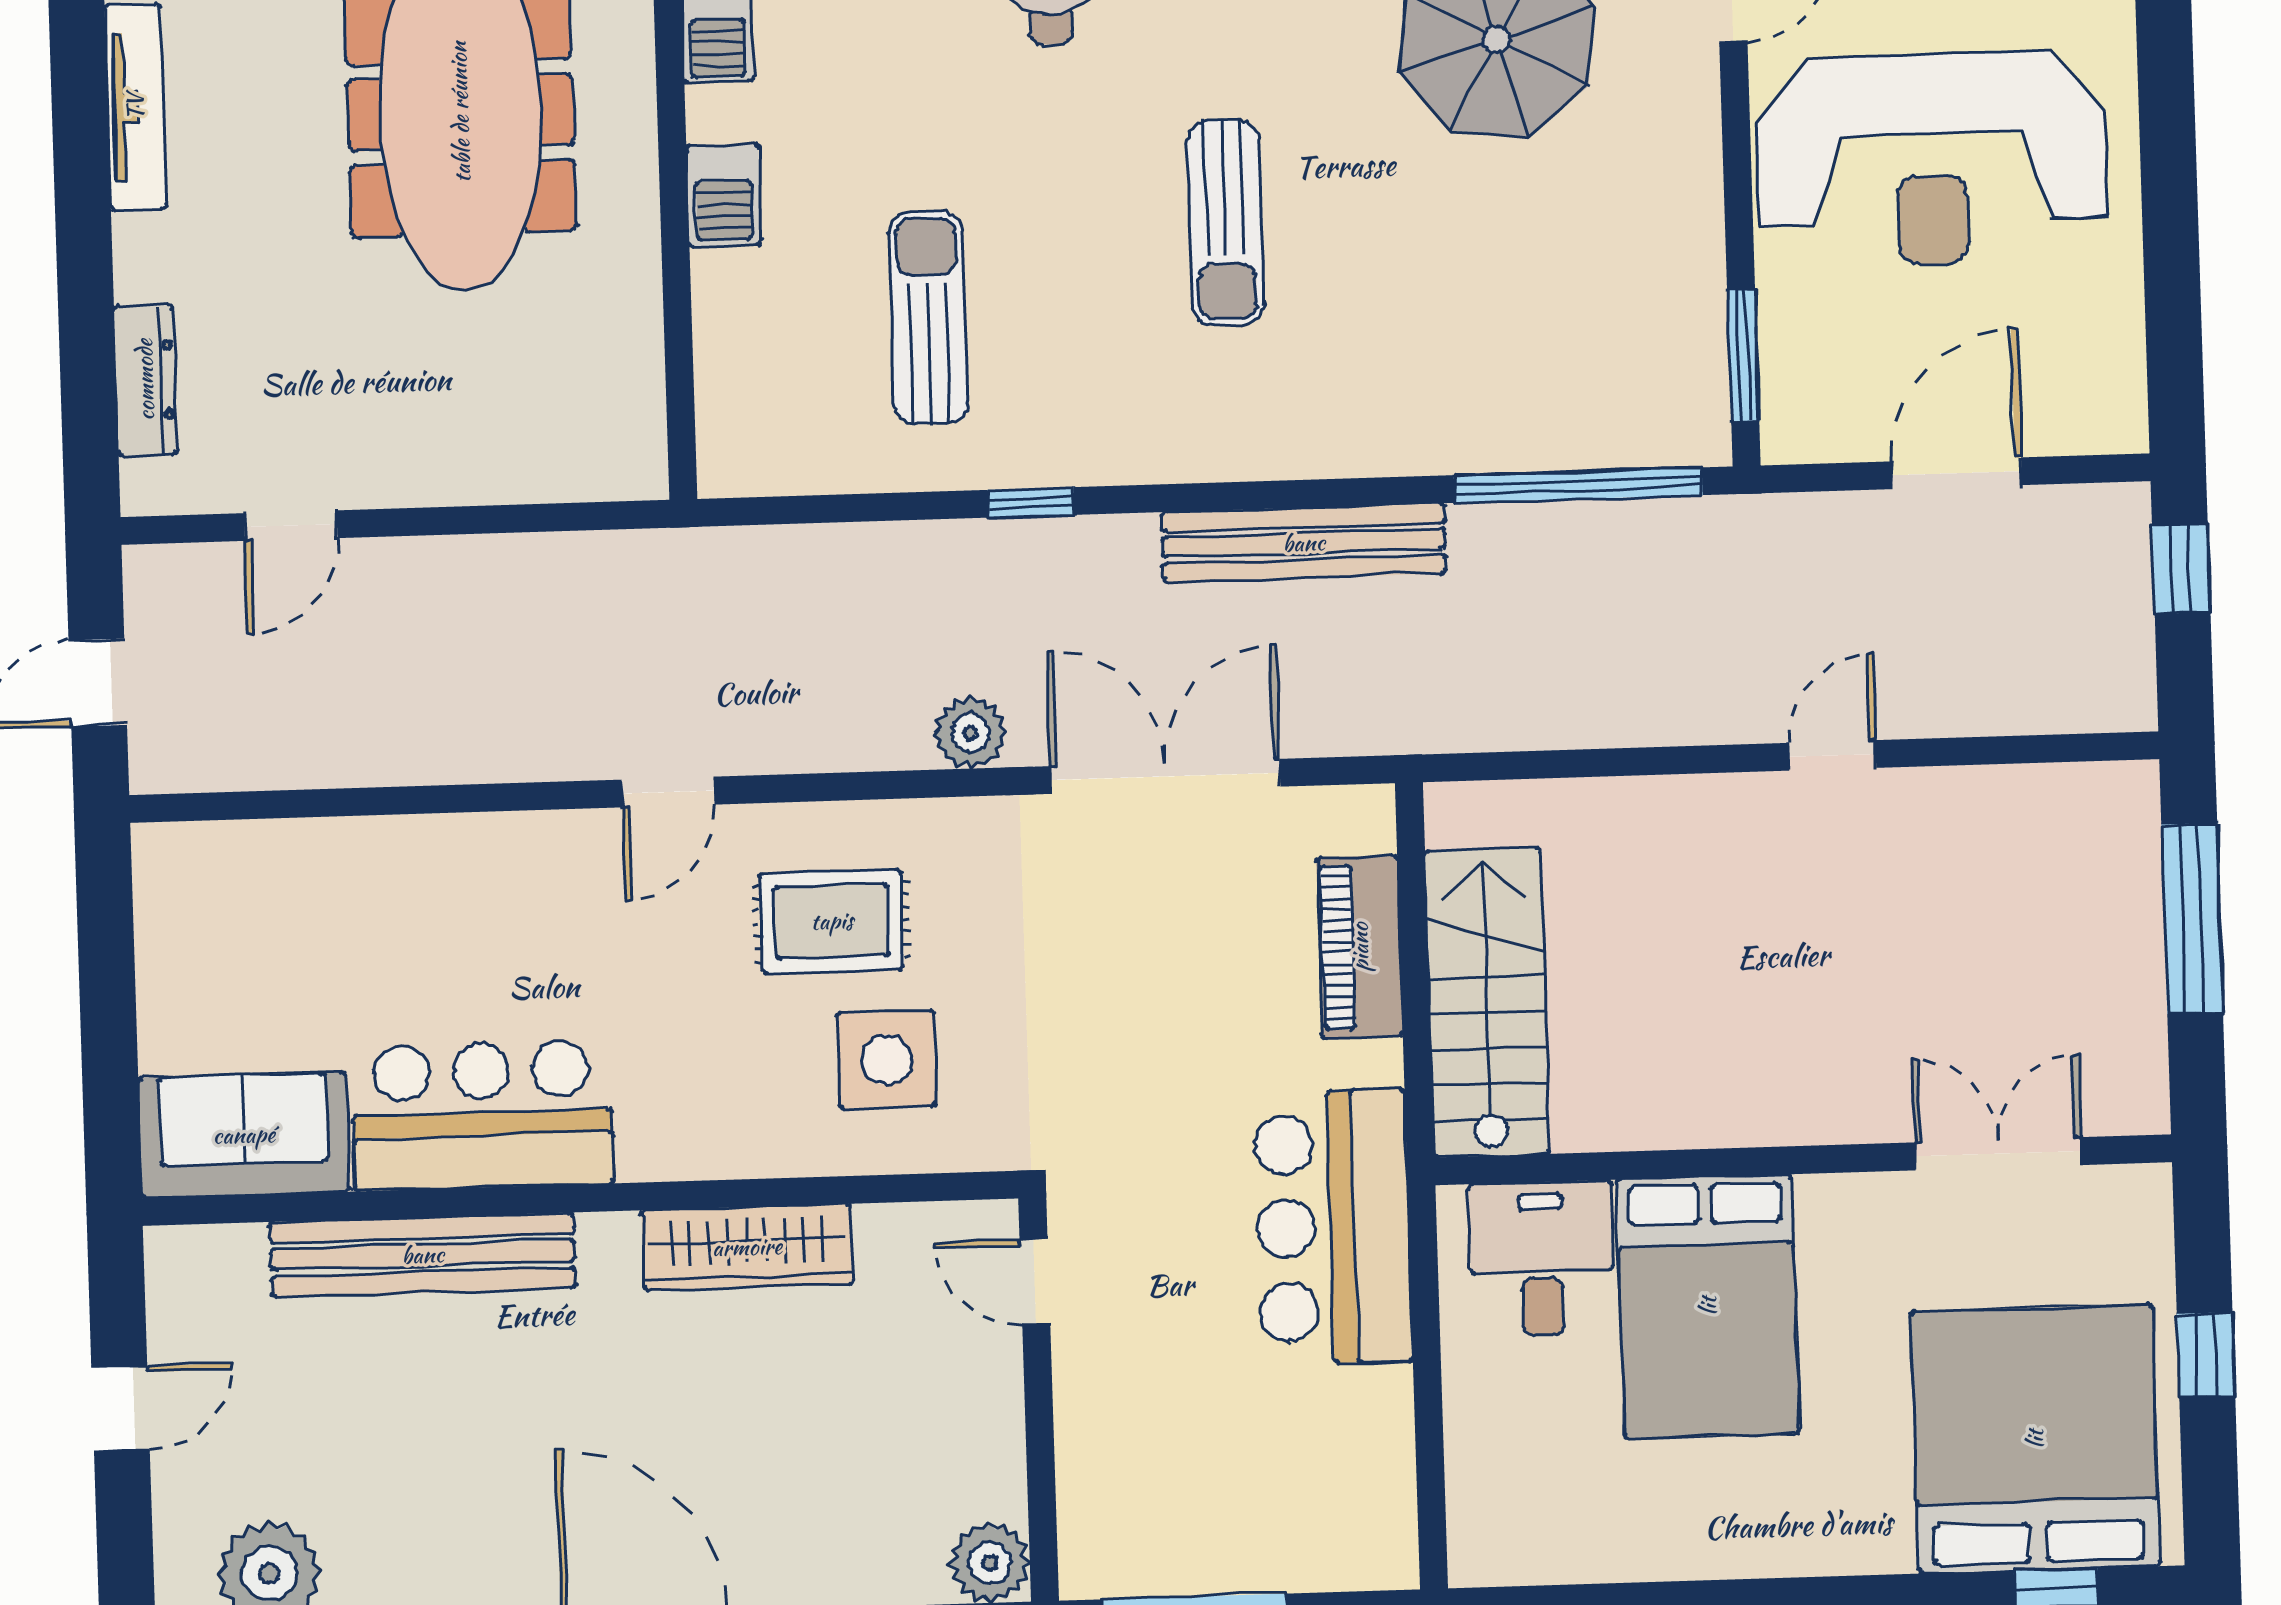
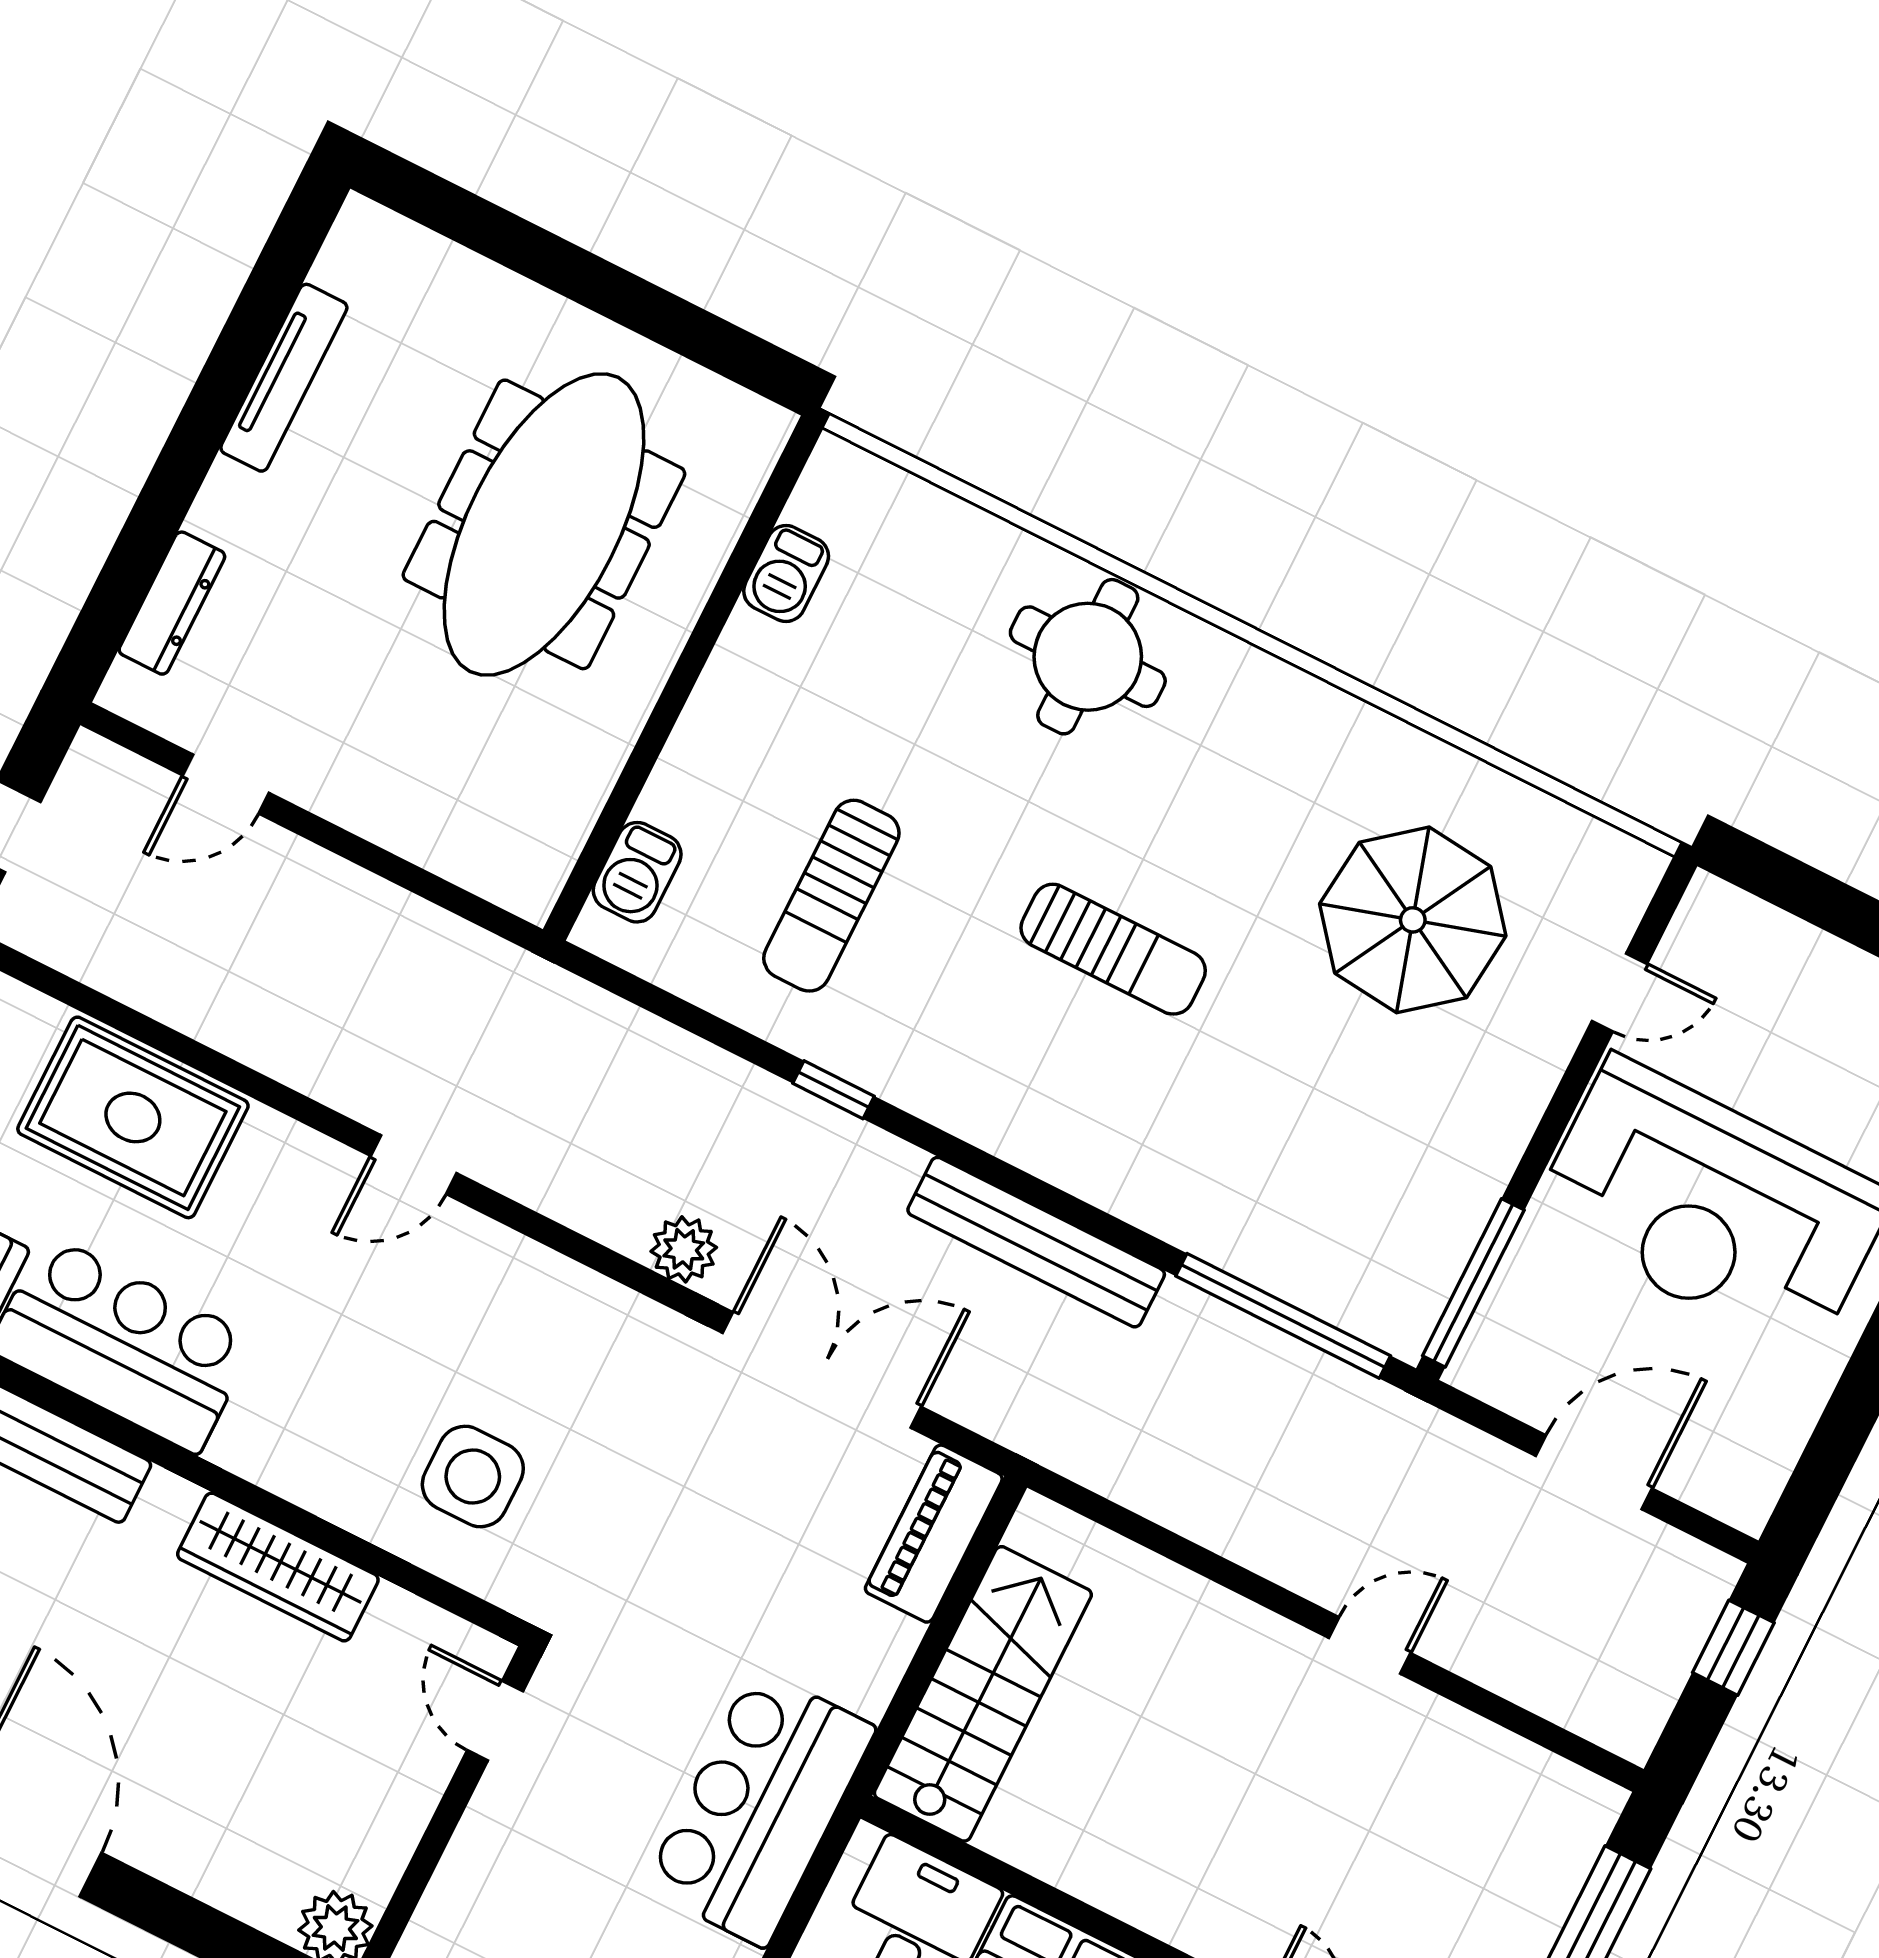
barbecue: (724, 195) -> (637, 872), moved
sun lounger: (1225, 223) -> (1113, 949), turned -90
sun lounger: (928, 318) -> (831, 896), turned 180
window: (1743, 355) -> (1473, 1283), width x1.44
rug: (832, 921) -> (133, 1117), moved, width x1.36, depth x1.43
piano: (1360, 947) -> (934, 1534), moved

